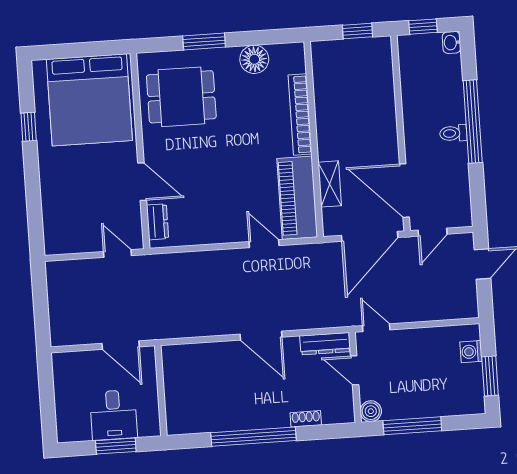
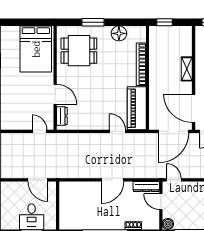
window: (357, 31) -> (164, 22), moved
bed: (89, 100) -> (36, 49), width x0.73
shelving: (330, 184) -> (187, 69), moved
door: (261, 336) -> (113, 180), hinge flipped

